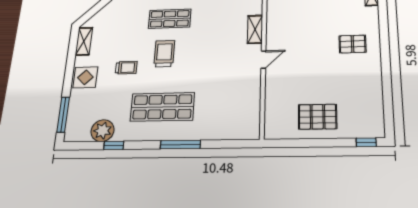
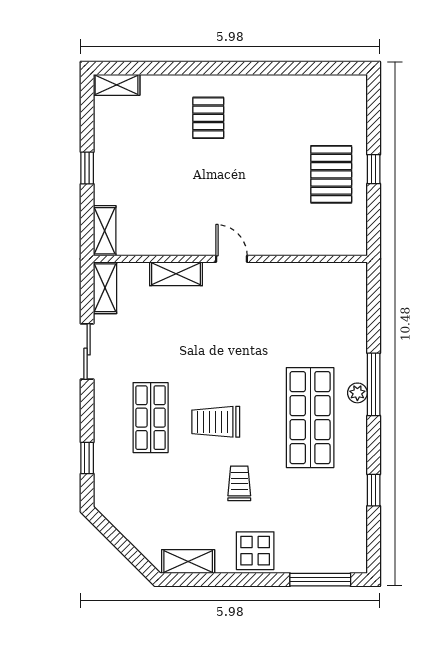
plant: (103, 131) -> (357, 393), moved, width x0.53, depth x0.53
window: (366, 142) -> (374, 169), moved

